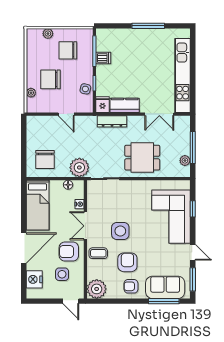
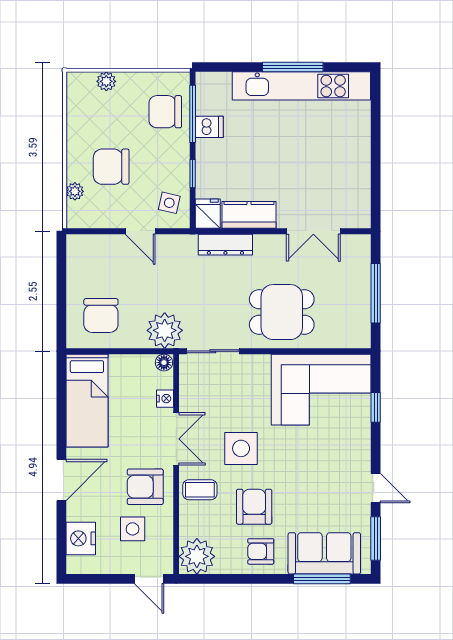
chair: (68, 50) -> (165, 112), moved
kitchen unit: (183, 76) -> (301, 86), moved, turned -90
side table: (85, 89) -> (169, 203), moved
plant: (185, 161) -> (361, 317), removed
floor lamp: (68, 185) -> (164, 363), moved
corner sofa: (171, 217) -> (321, 390), moved, turned -90
double door: (85, 226) -> (176, 439), swing flipped
door: (24, 248) -> (61, 480), width x0.73

